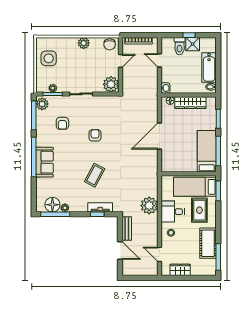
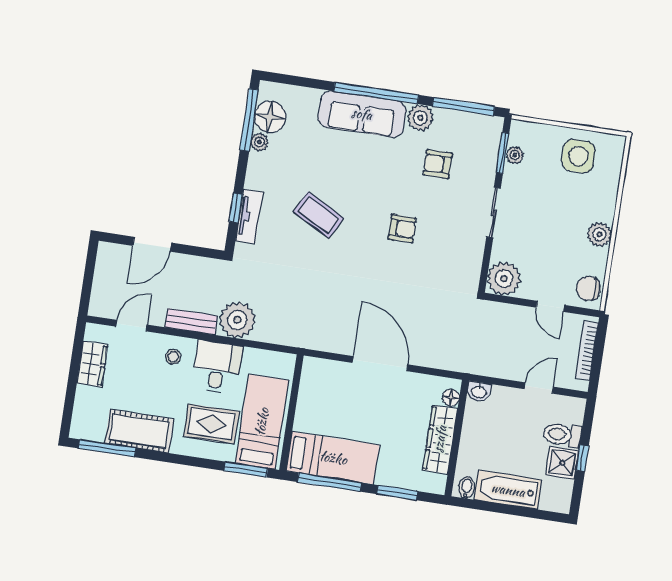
plant: (42, 104) -> (420, 118), moved
sofa: (45, 162) -> (362, 114), width x1.36
bench: (127, 229) -> (191, 322), moved

